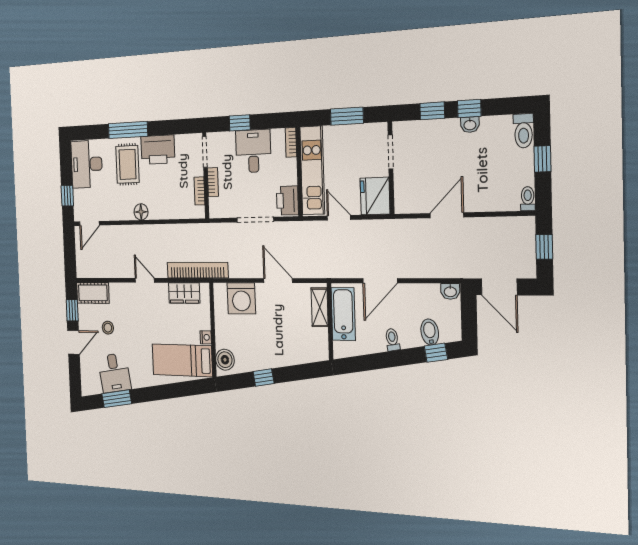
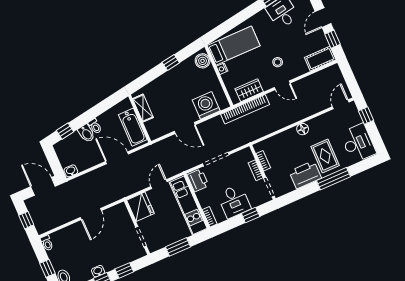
door: (339, 218) -> (159, 184), swing flipped
door: (380, 281) -> (117, 158), hinge flipped
shelving: (320, 307) -> (143, 108), moved
stool: (108, 328) -> (278, 62), moved
bidet: (430, 332) -> (86, 133), moved

